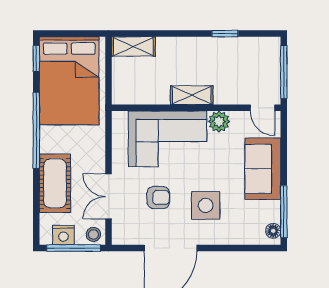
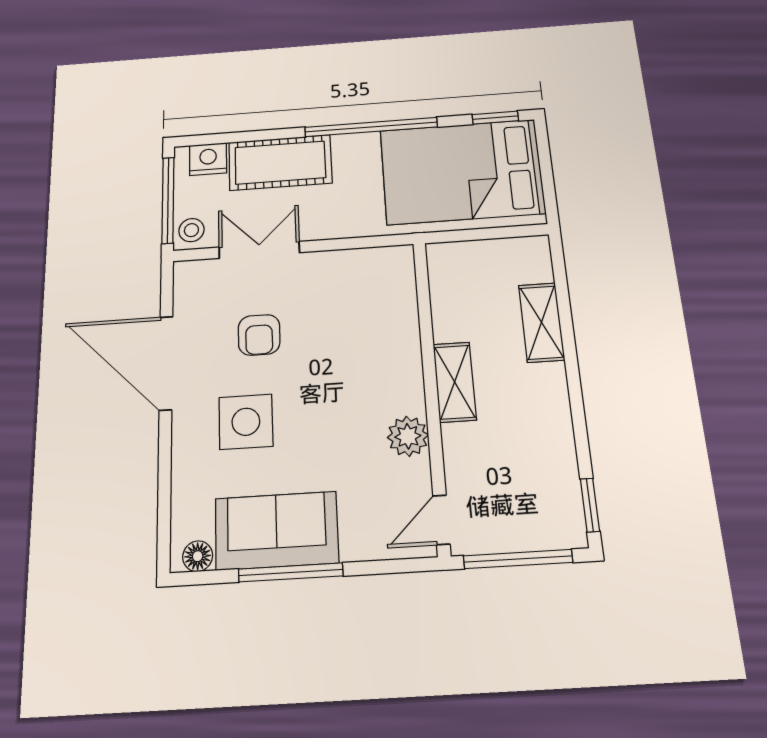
window: (225, 34) -> (590, 505), moved
shelving: (133, 46) -> (541, 322), moved
corner sofa: (167, 139) -> (369, 344), removed
sofa: (263, 169) -> (276, 531), moved
window: (284, 212) -> (291, 572), moved
nightstand: (63, 235) -> (208, 159), moved, turned 90

